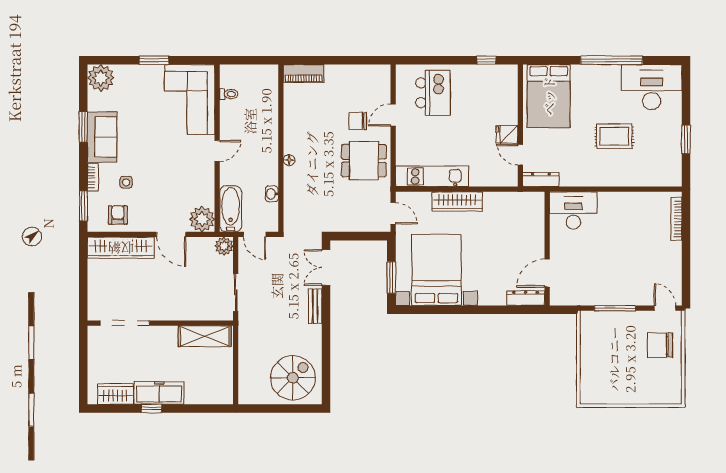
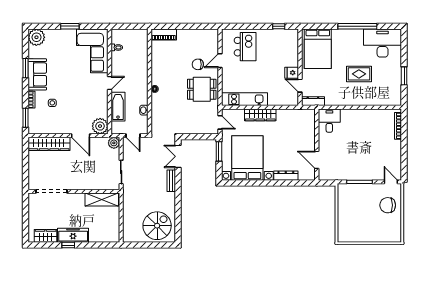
bathtub: (231, 209) -> (118, 107), moved
desk: (573, 210) -> (329, 121), width x0.73
armchair: (118, 215) -> (47, 123), removed
door: (547, 273) -> (317, 160), hinge flipped
window: (391, 278) -> (219, 151), moved
dresser: (526, 298) -> (286, 176), moved

